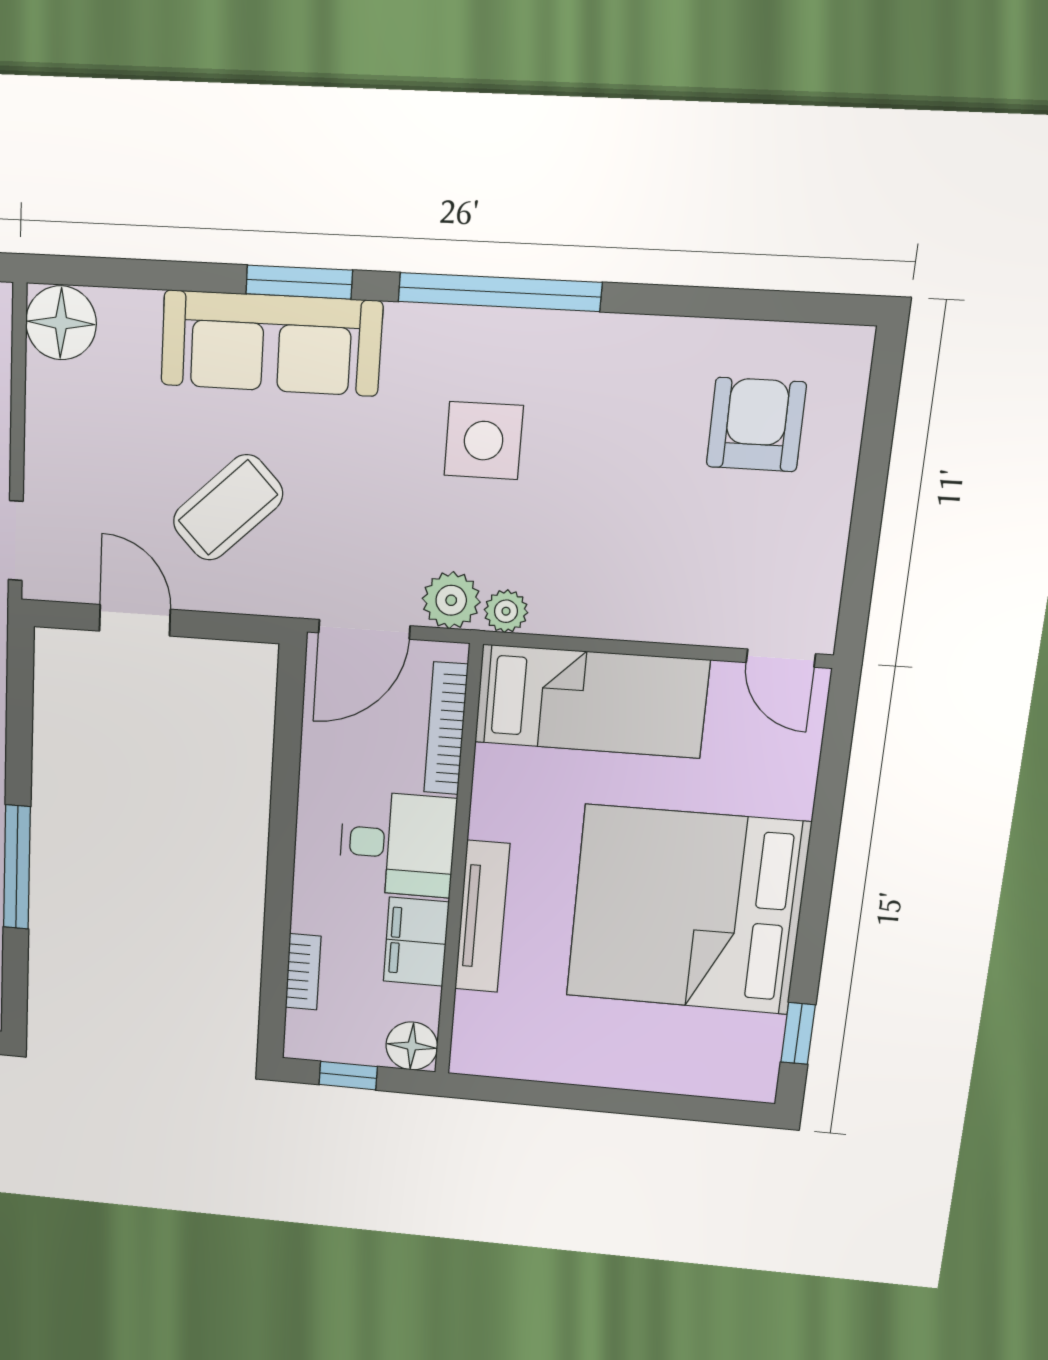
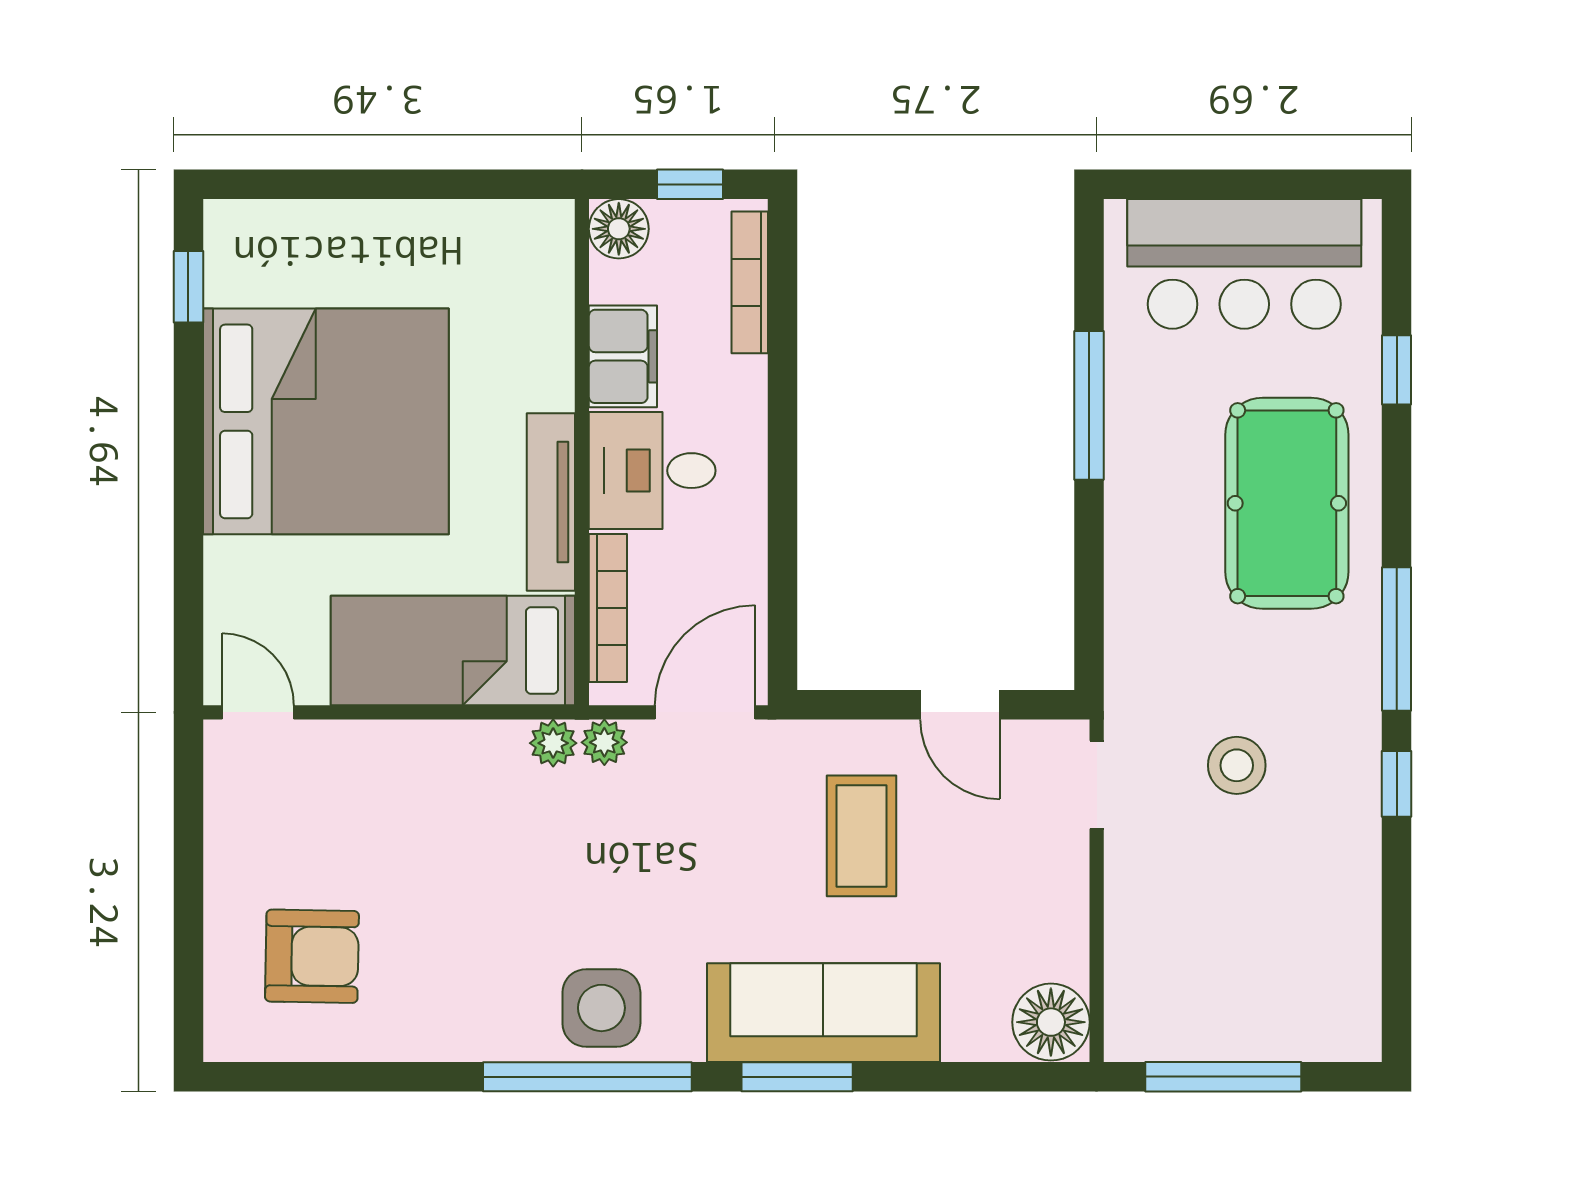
armchair: (756, 425) -> (312, 956), turned -89
side table: (484, 441) -> (601, 1008), moved
coffee table: (228, 508) -> (862, 836), turned -46
plant: (451, 600) -> (604, 742), width x0.73, depth x0.73
tv unit: (482, 917) -> (551, 502), moved
bookcase: (303, 972) -> (750, 282), width x1.56

